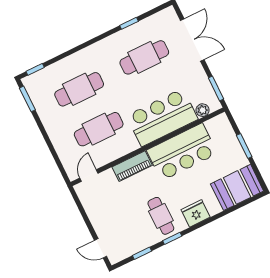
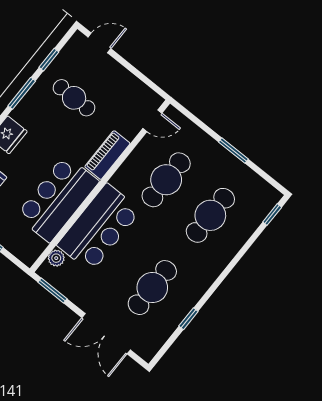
window: (27, 99) -> (233, 151), moved
door: (89, 176) -> (152, 121), hinge flipped
cafe table: (161, 216) -> (74, 98), moved
window: (172, 238) -> (22, 93), width x1.50

